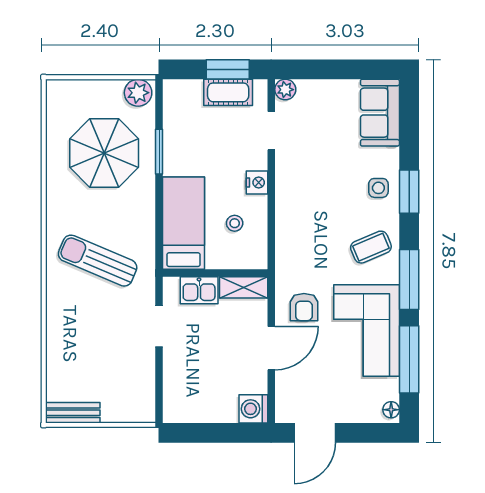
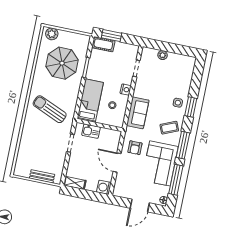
window: (228, 69) -> (112, 36), moved
plant: (285, 90) -> (163, 55), moved
cot: (228, 92) -> (103, 44), moved
plant: (138, 93) -> (52, 34), moved
sofa: (380, 113) -> (138, 113), moved, turned 180
shelving: (244, 287) -> (75, 183), moved
door: (271, 348) -> (117, 163), swing flipped
bench: (73, 413) -> (42, 176), moved
door: (315, 433) -> (140, 205), moved

